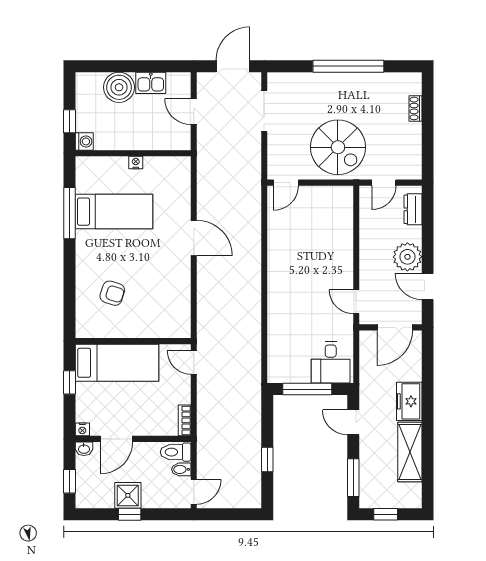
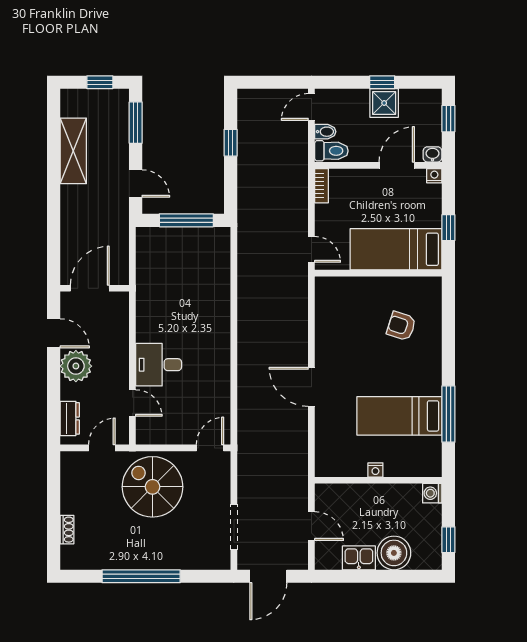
window: (70, 121) -> (448, 540), moved
door: (356, 302) -> (132, 403), moved
desk: (331, 362) -> (159, 365), moved, turned -90
freezer: (409, 401) -> (74, 207), removed

